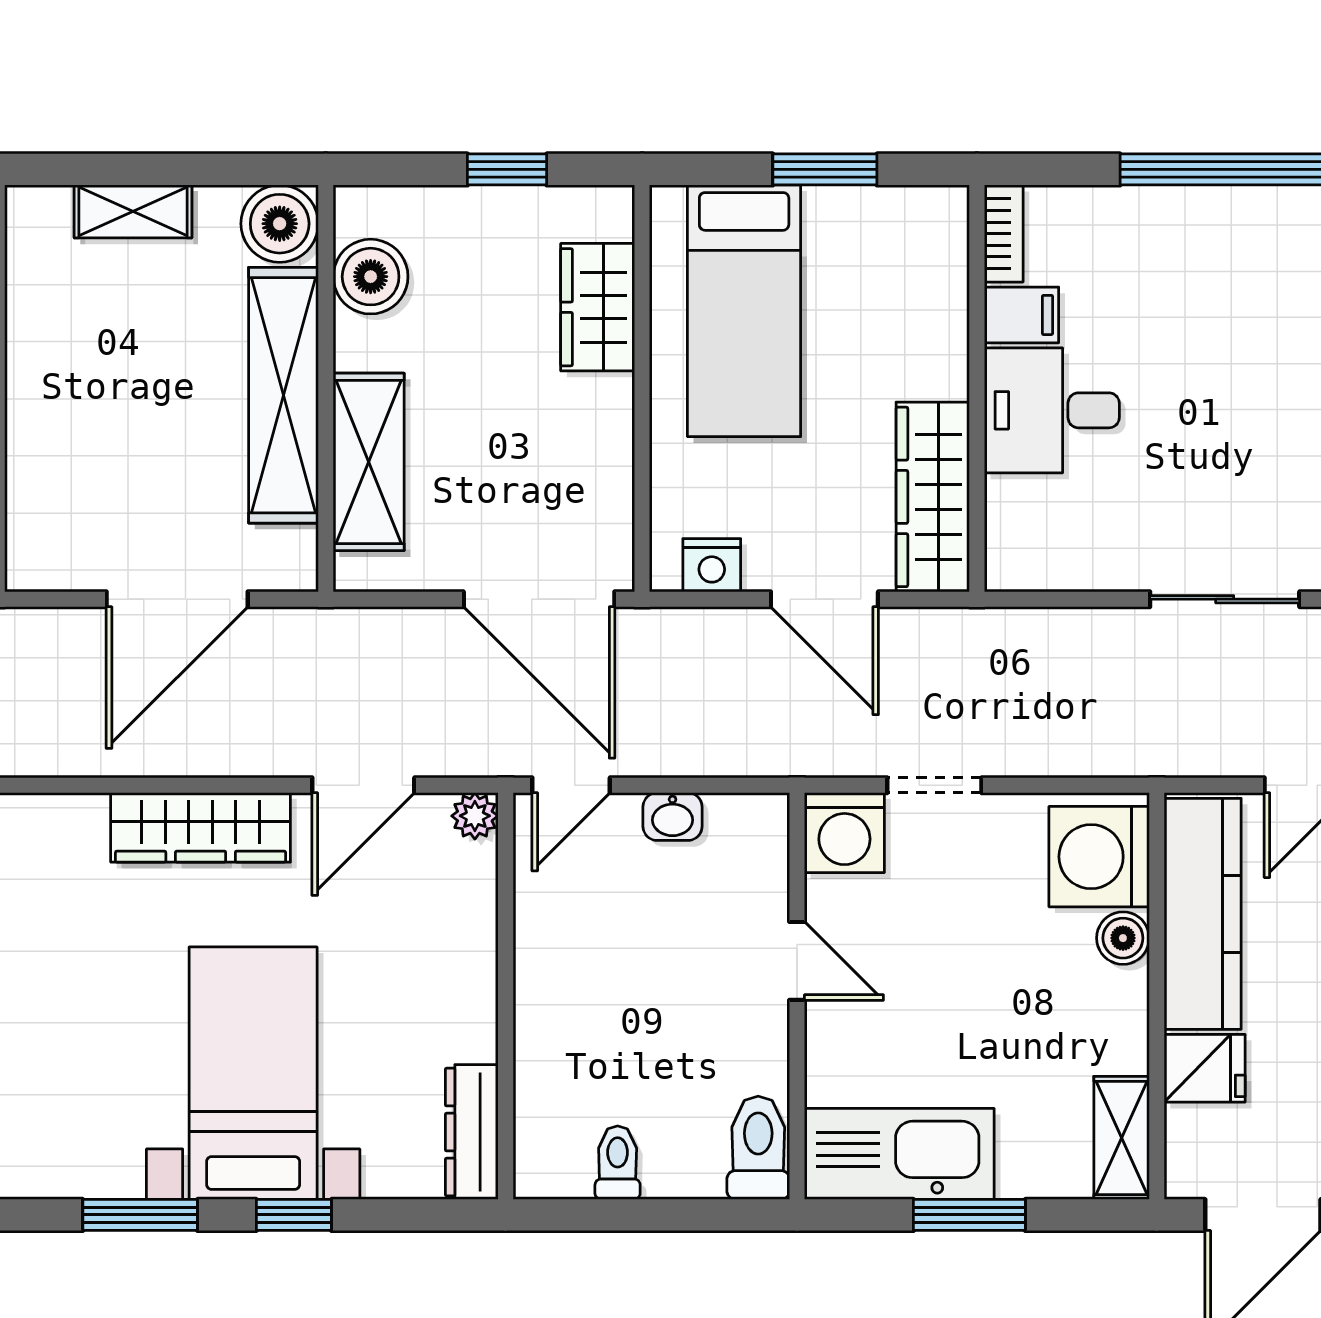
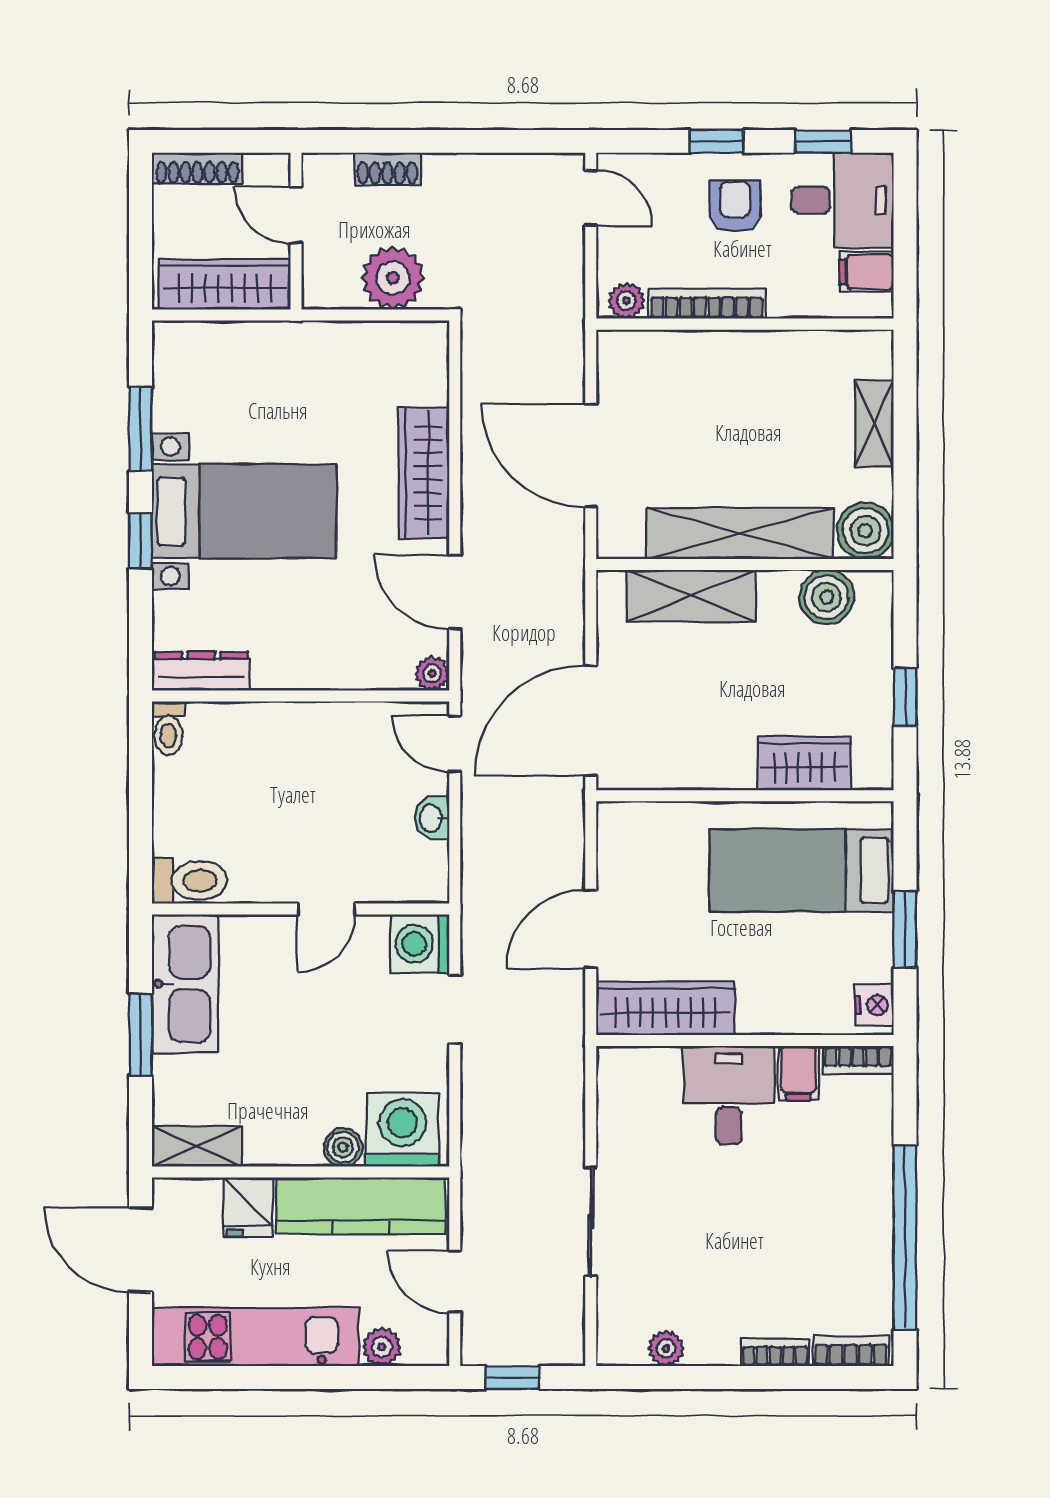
nightstand: (712, 565) -> (874, 1005), moved, turned 180
toilet: (618, 1163) -> (168, 728), moved, turned 90

